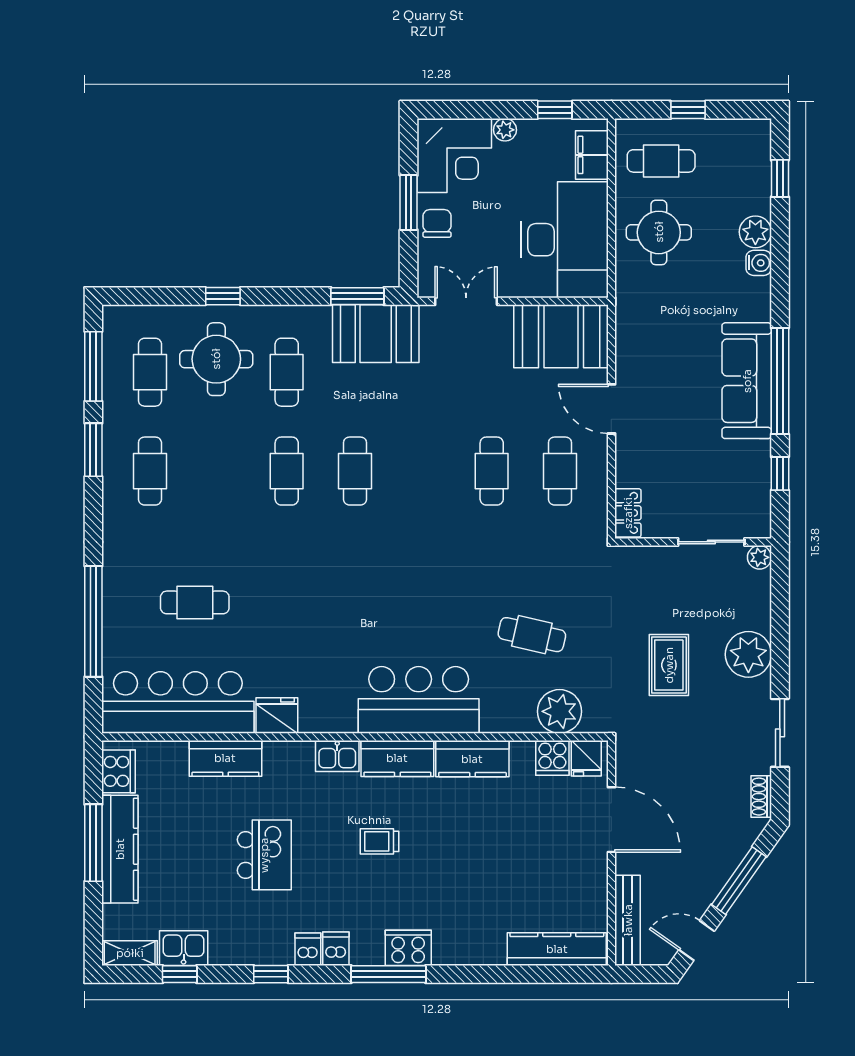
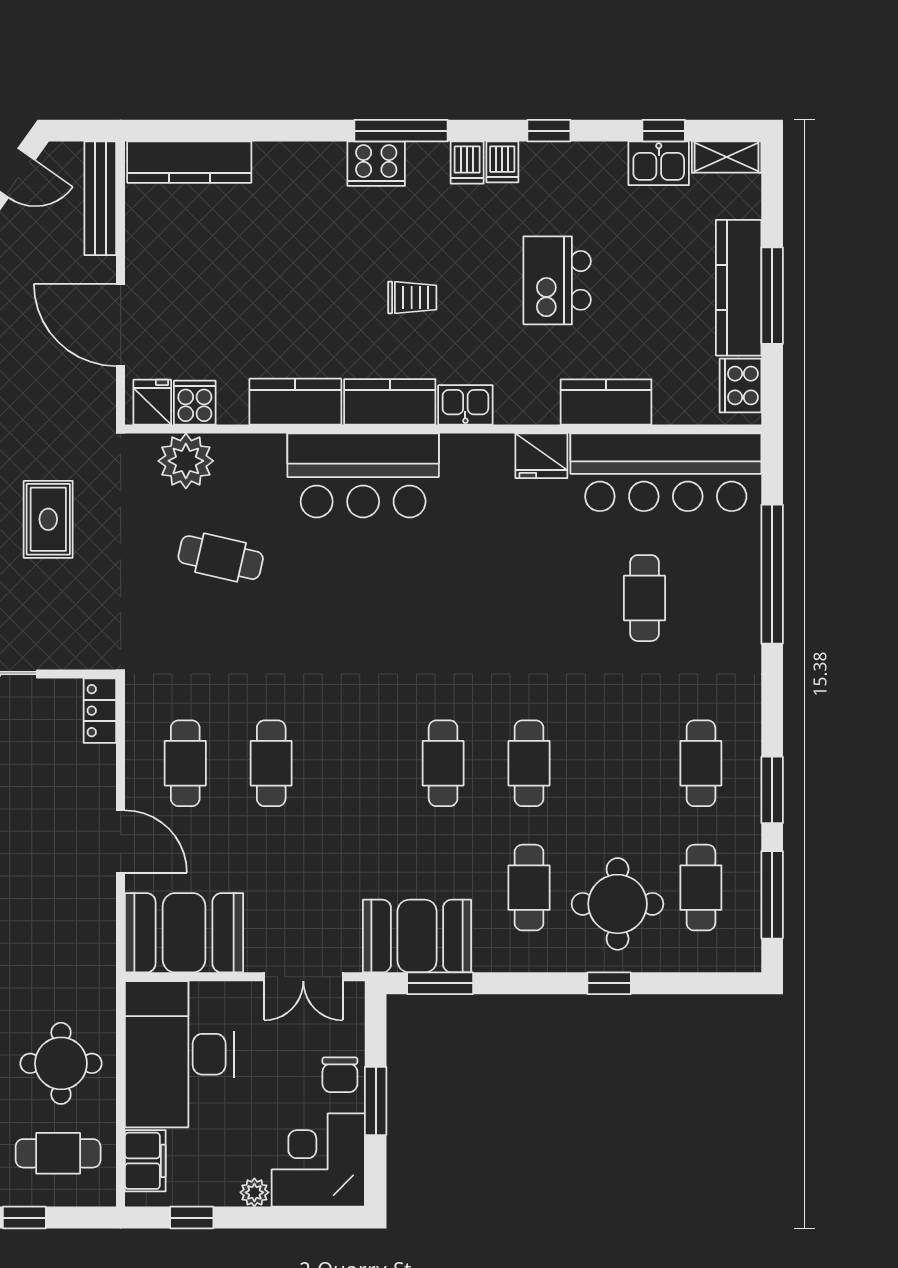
cafe table: (195, 602) -> (645, 598), turned 90

